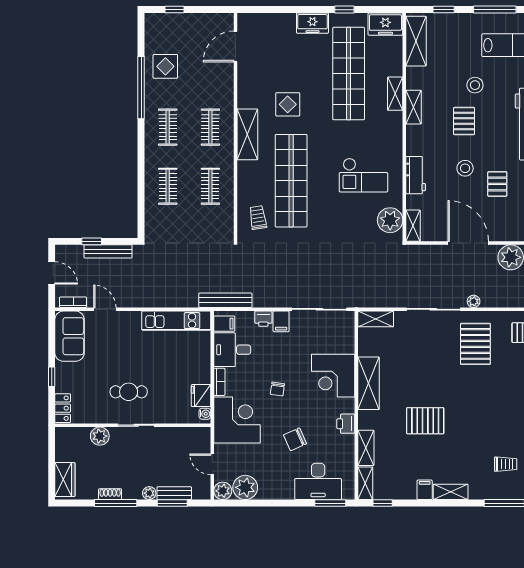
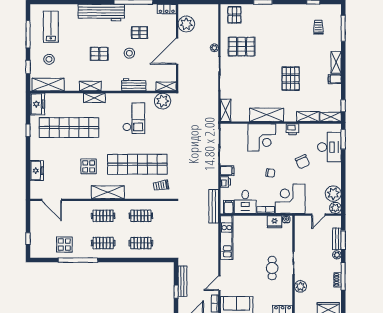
freezer: (312, 23) -> (37, 171), moved
stool: (475, 85) -> (49, 59), moved
shelving: (395, 94) -> (94, 98), moved

